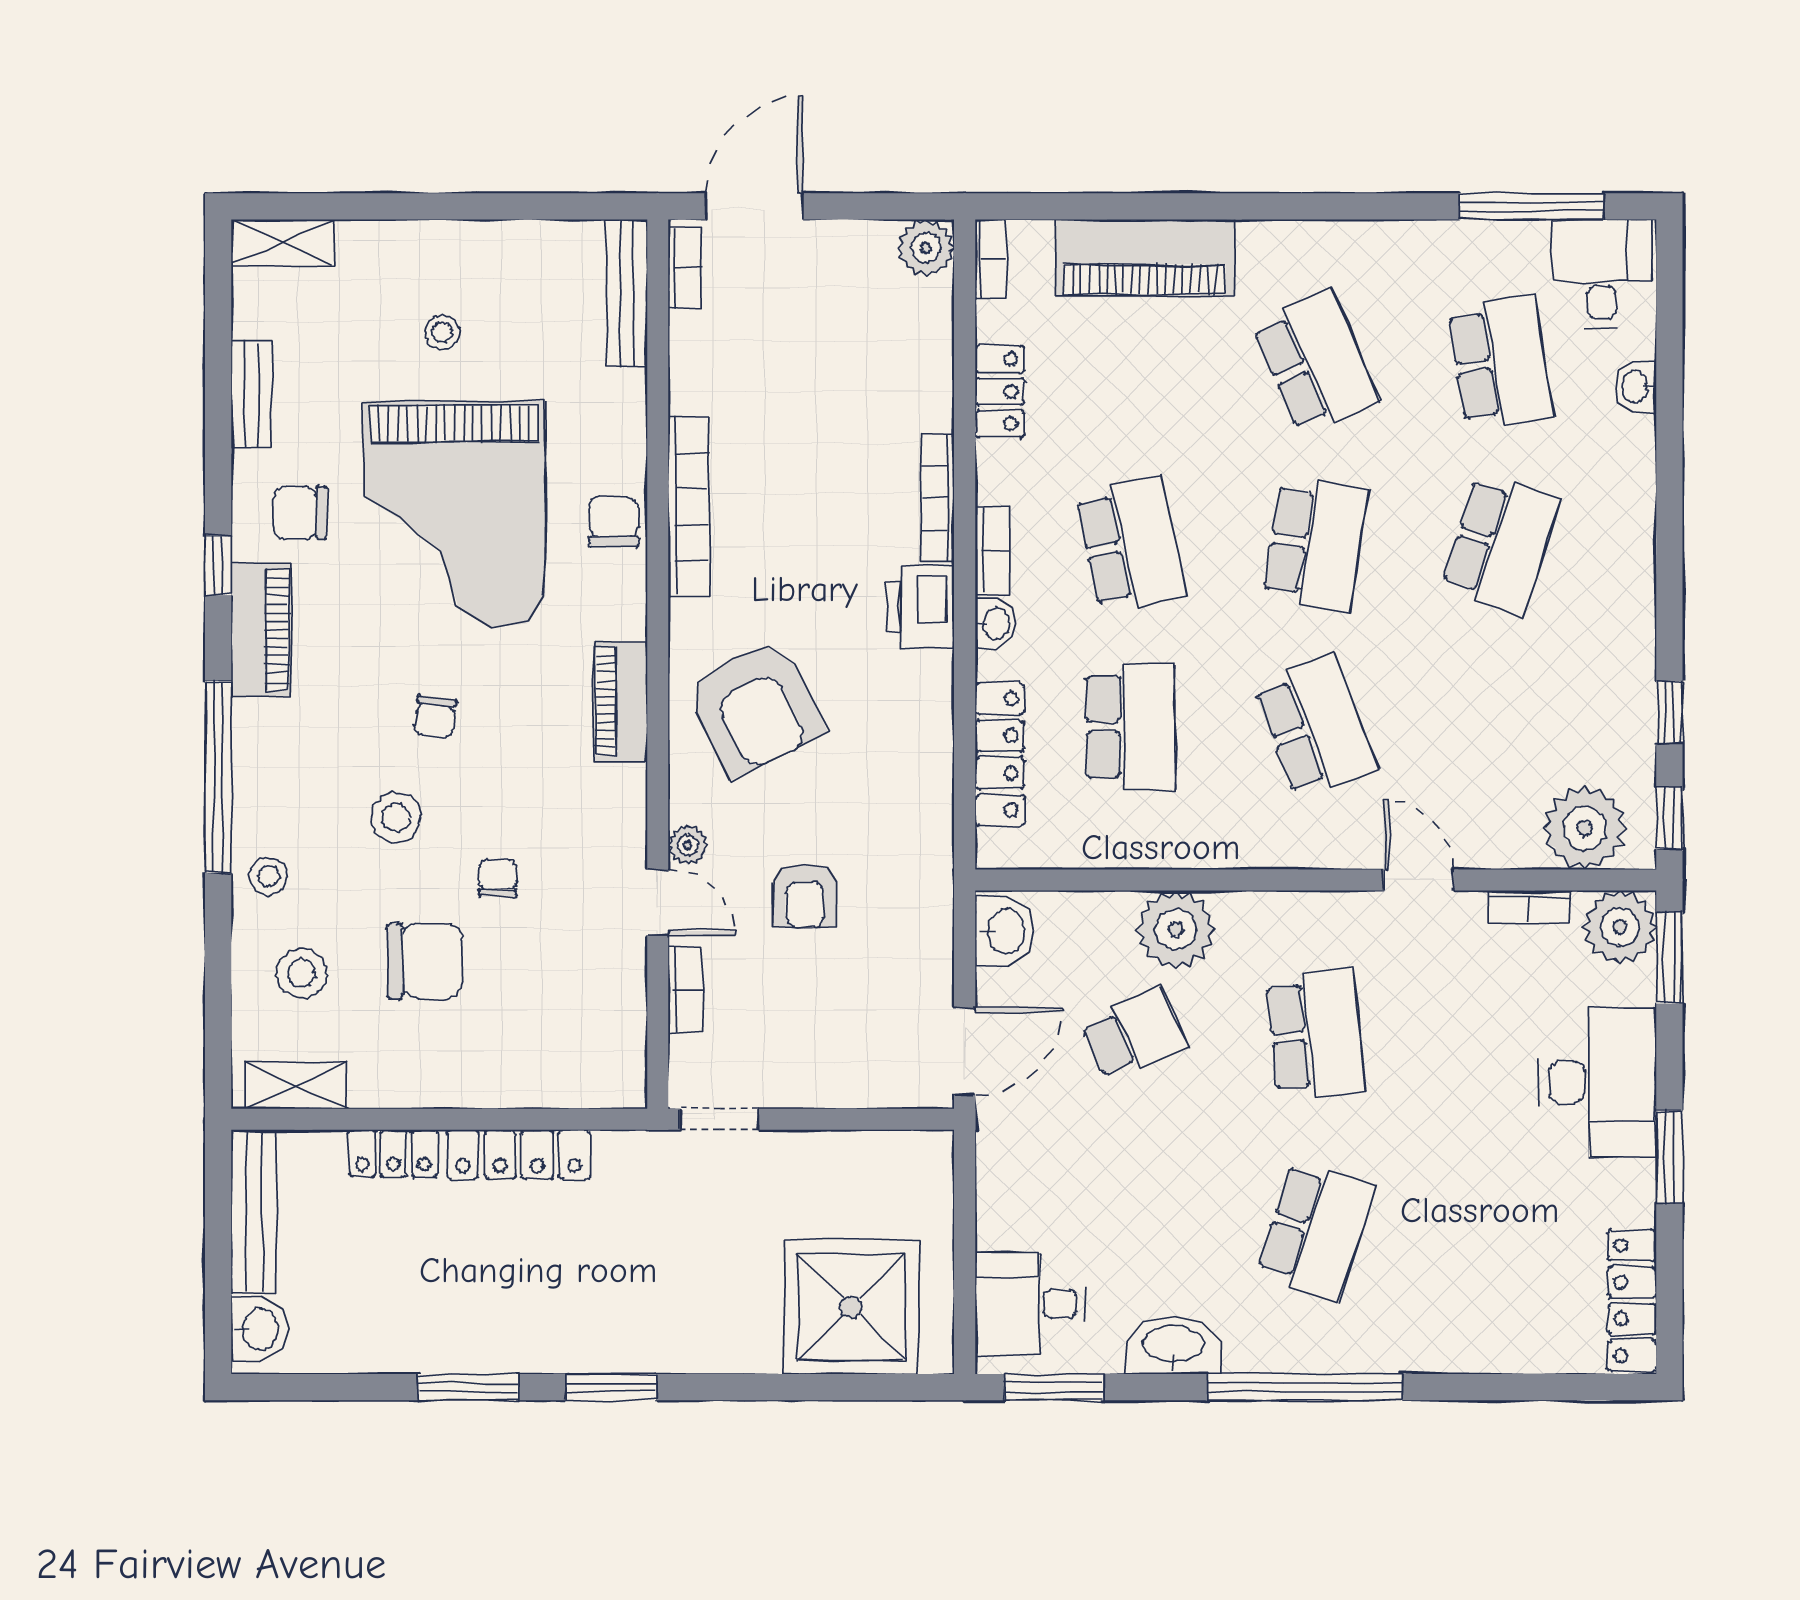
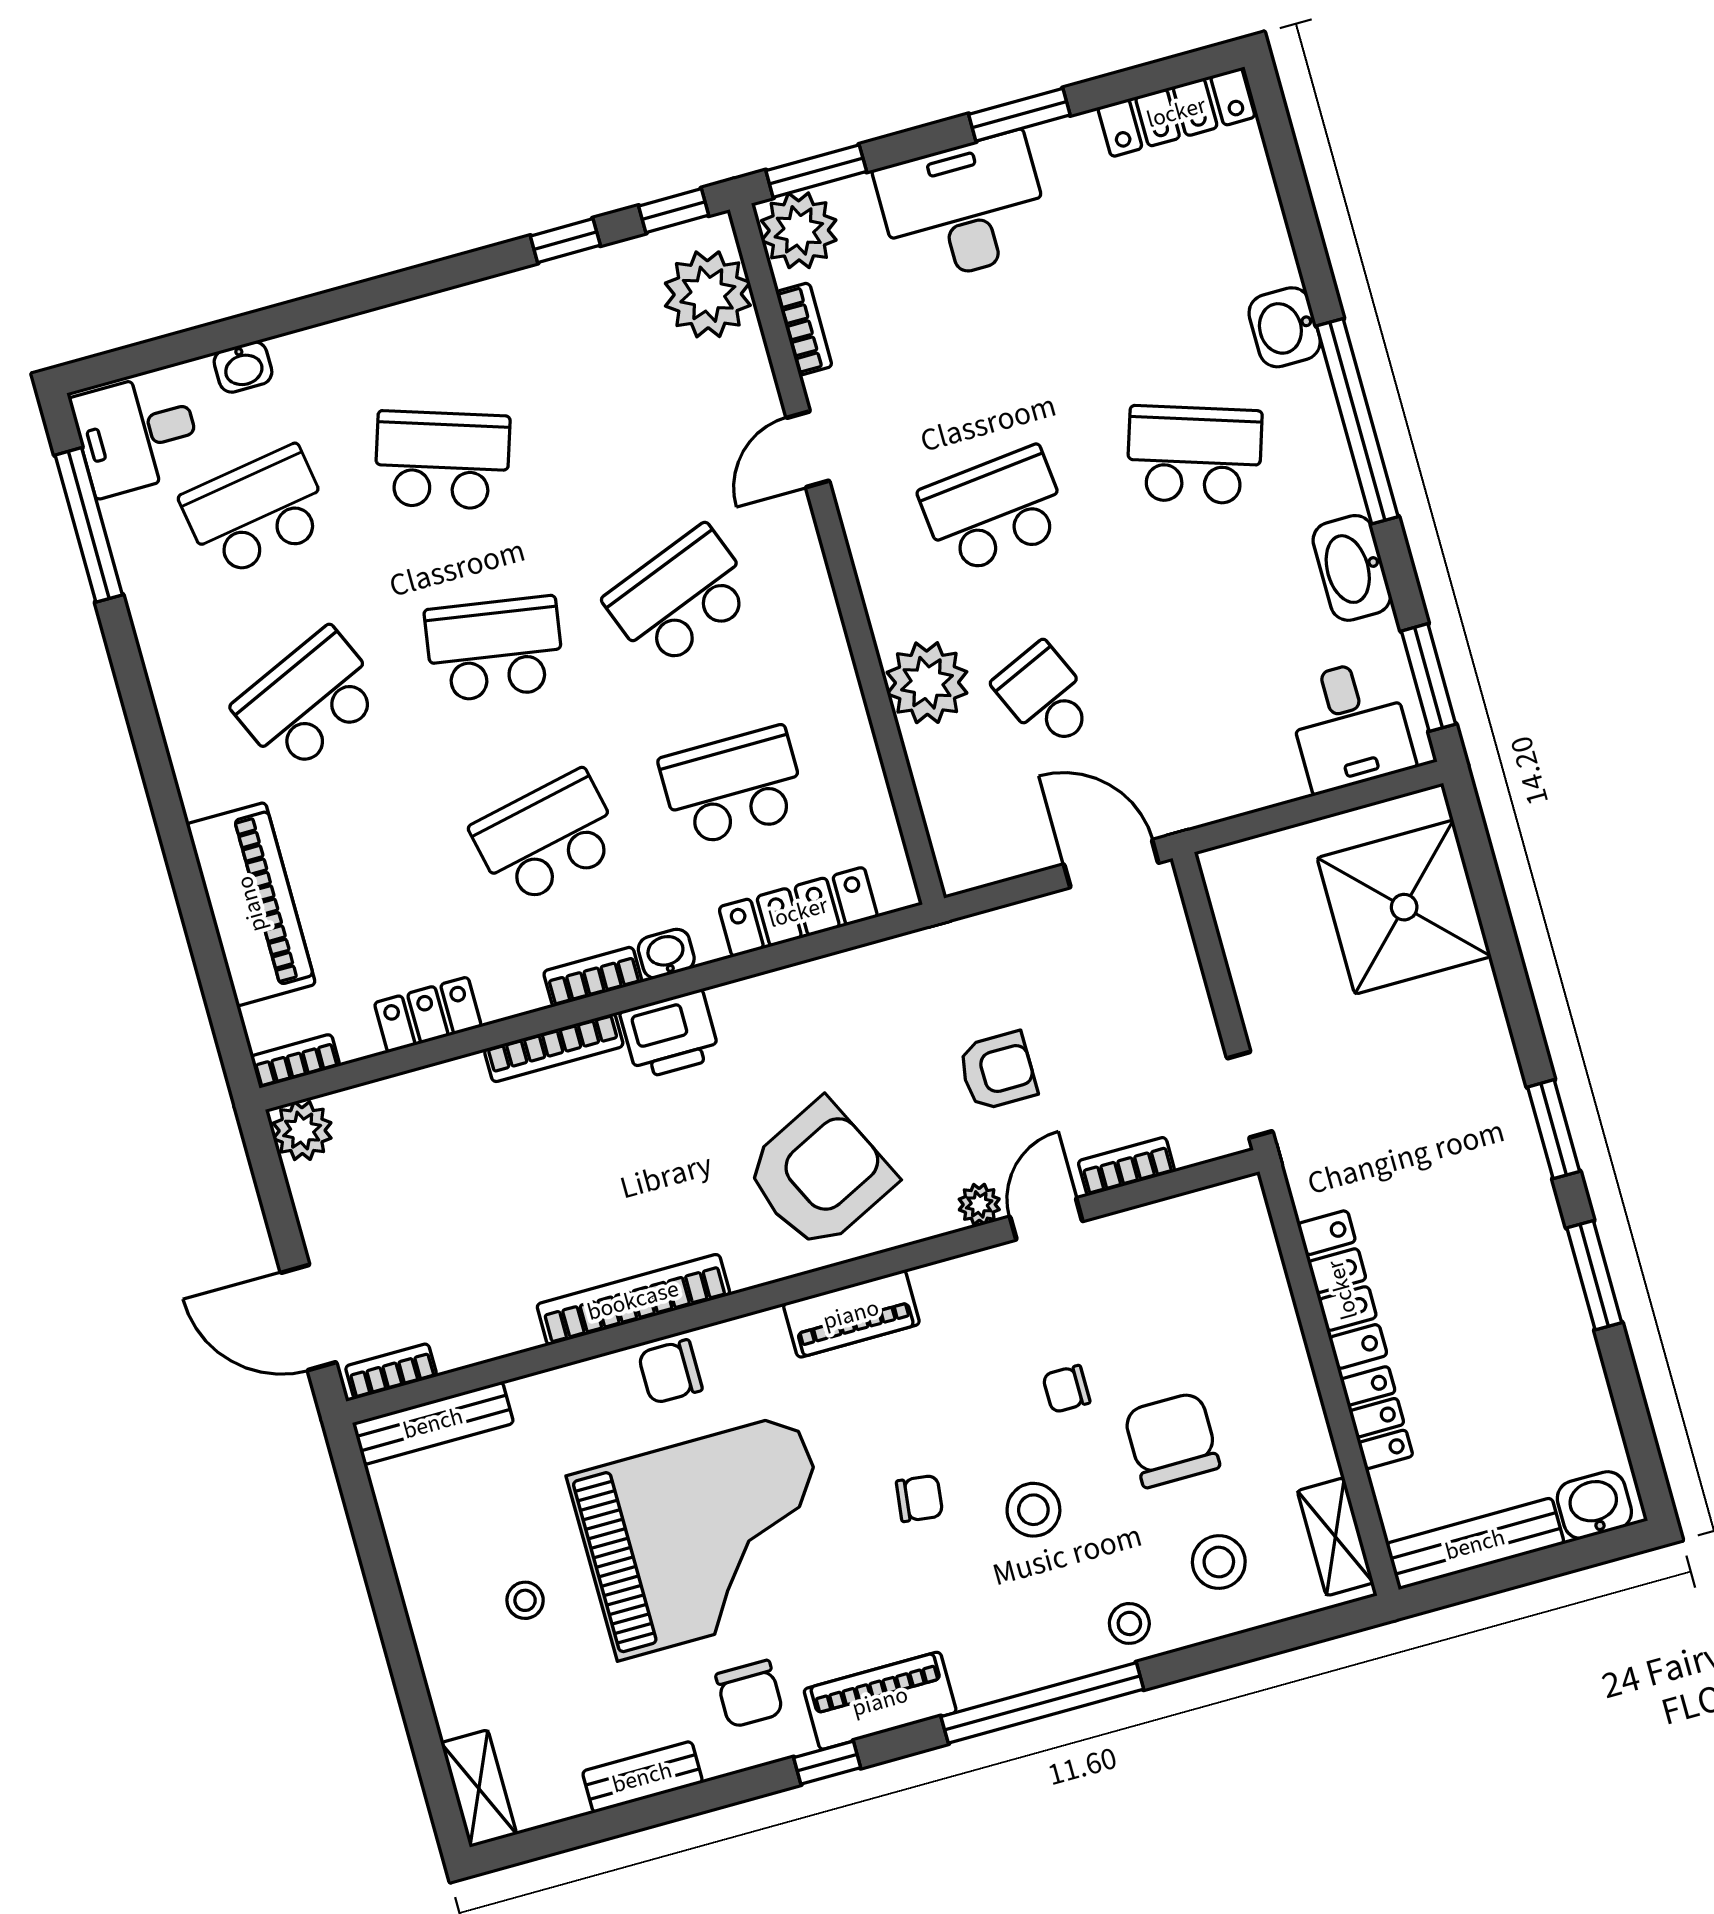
washbasin: (1005, 931) -> (1285, 327), moved, turned -90

